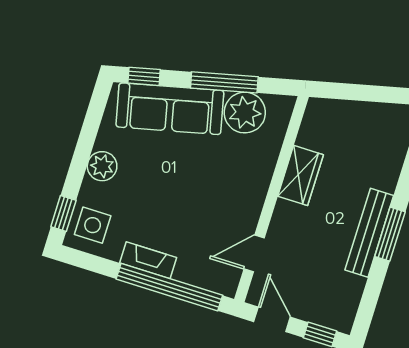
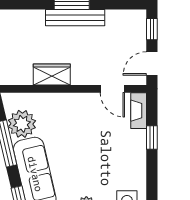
fireplace: (148, 260) -> (139, 111), moved
window: (169, 287) -> (152, 137), width x0.32

